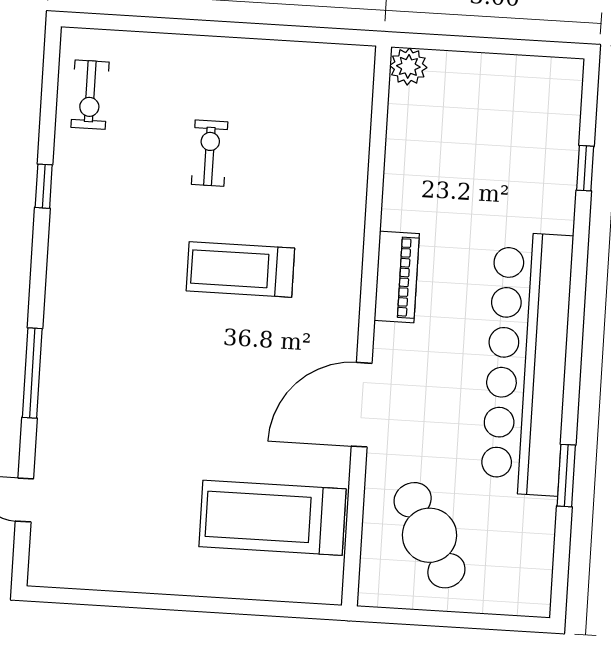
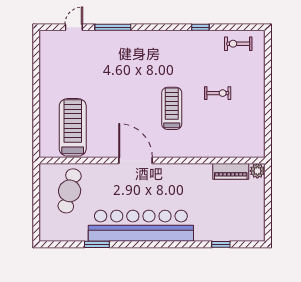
piano: (397, 277) -> (231, 171), moved
window: (32, 373) -> (113, 27), moved
door: (362, 405) -> (136, 160), moved
cafe table: (430, 535) -> (70, 191), turned -47

